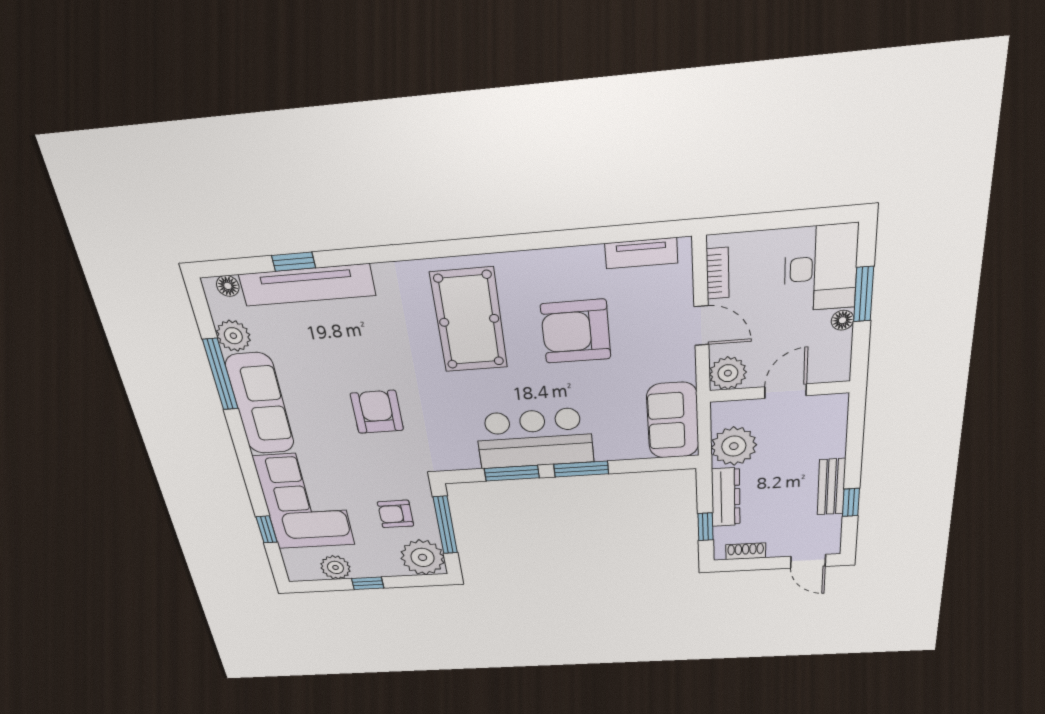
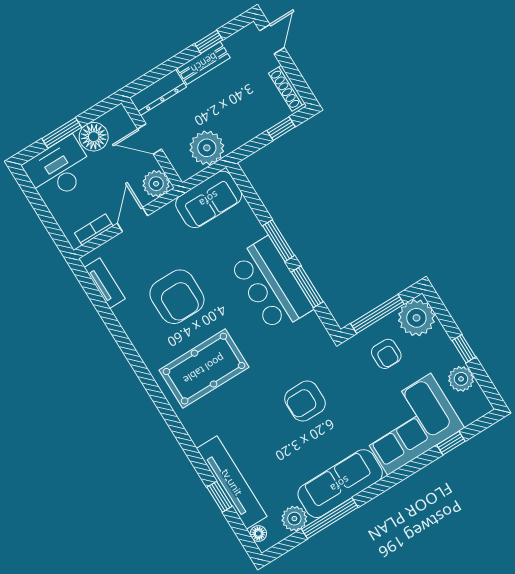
floor lamp: (842, 320) -> (94, 137), width x1.89, depth x1.89
dresser: (726, 497) -> (158, 92), moved, turned 180
shoe rack: (746, 551) -> (287, 88), width x1.43

